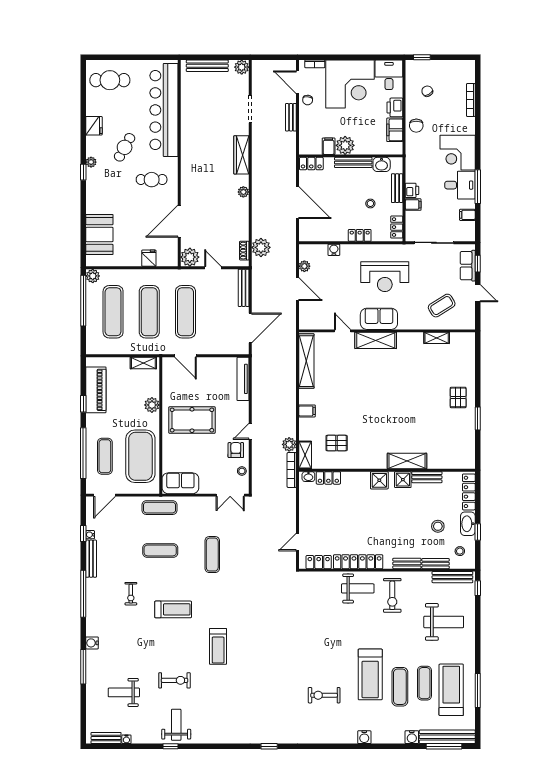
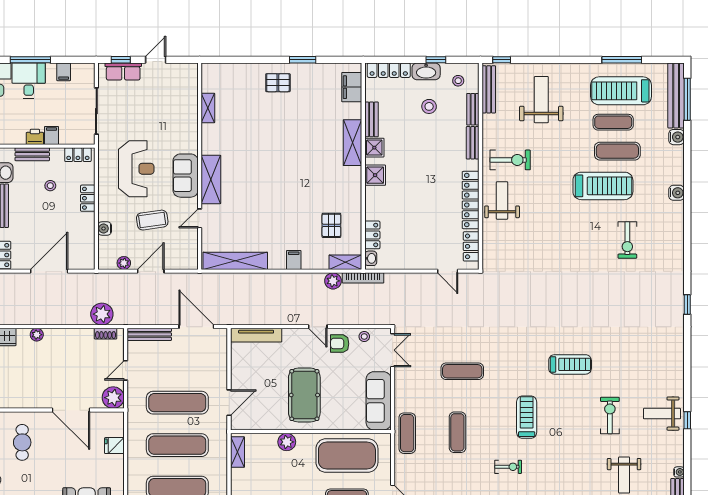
coffee table: (442, 306) -> (152, 220), moved, turned -66
filing cabinet: (454, 460) -> (352, 87), added
sofa: (180, 483) -> (379, 401), width x1.36

